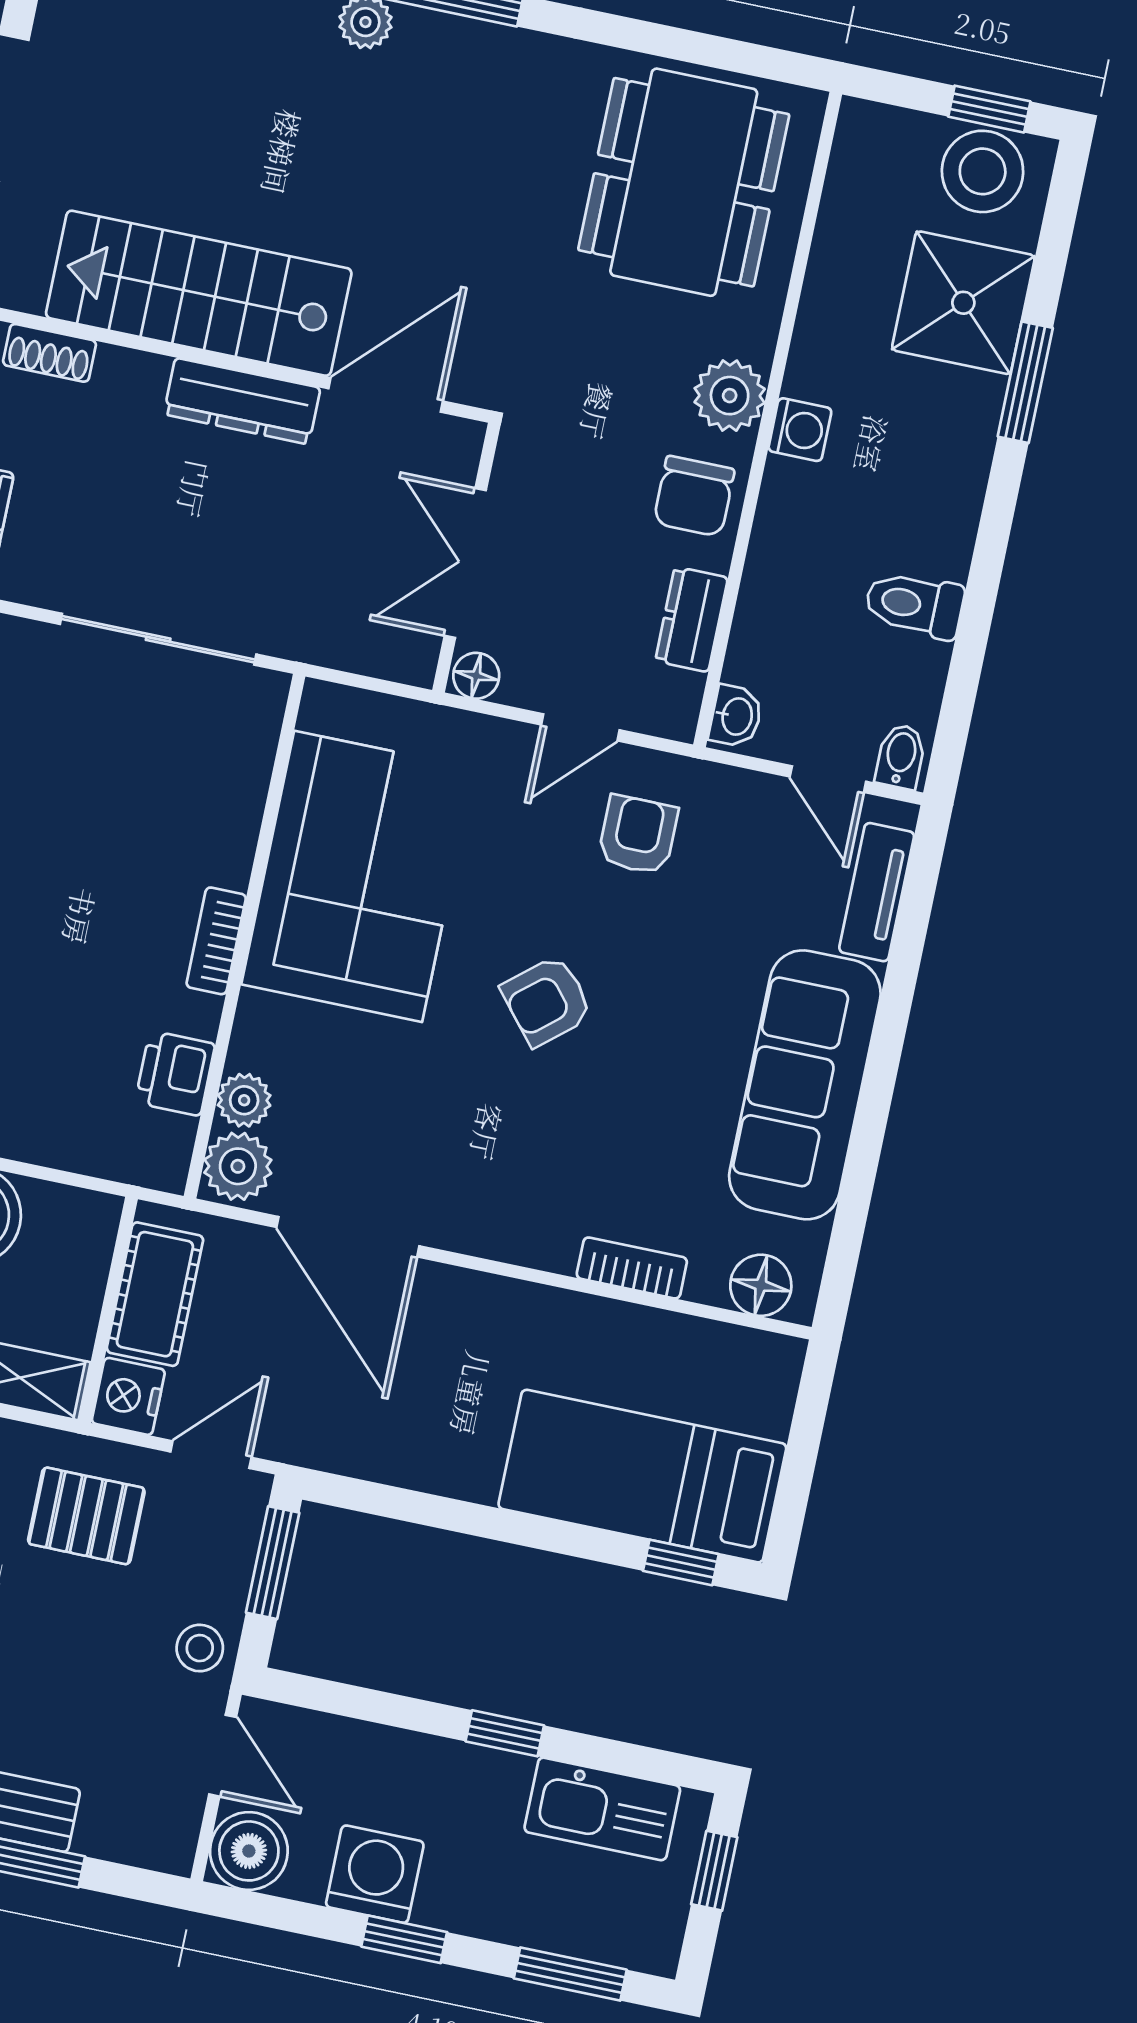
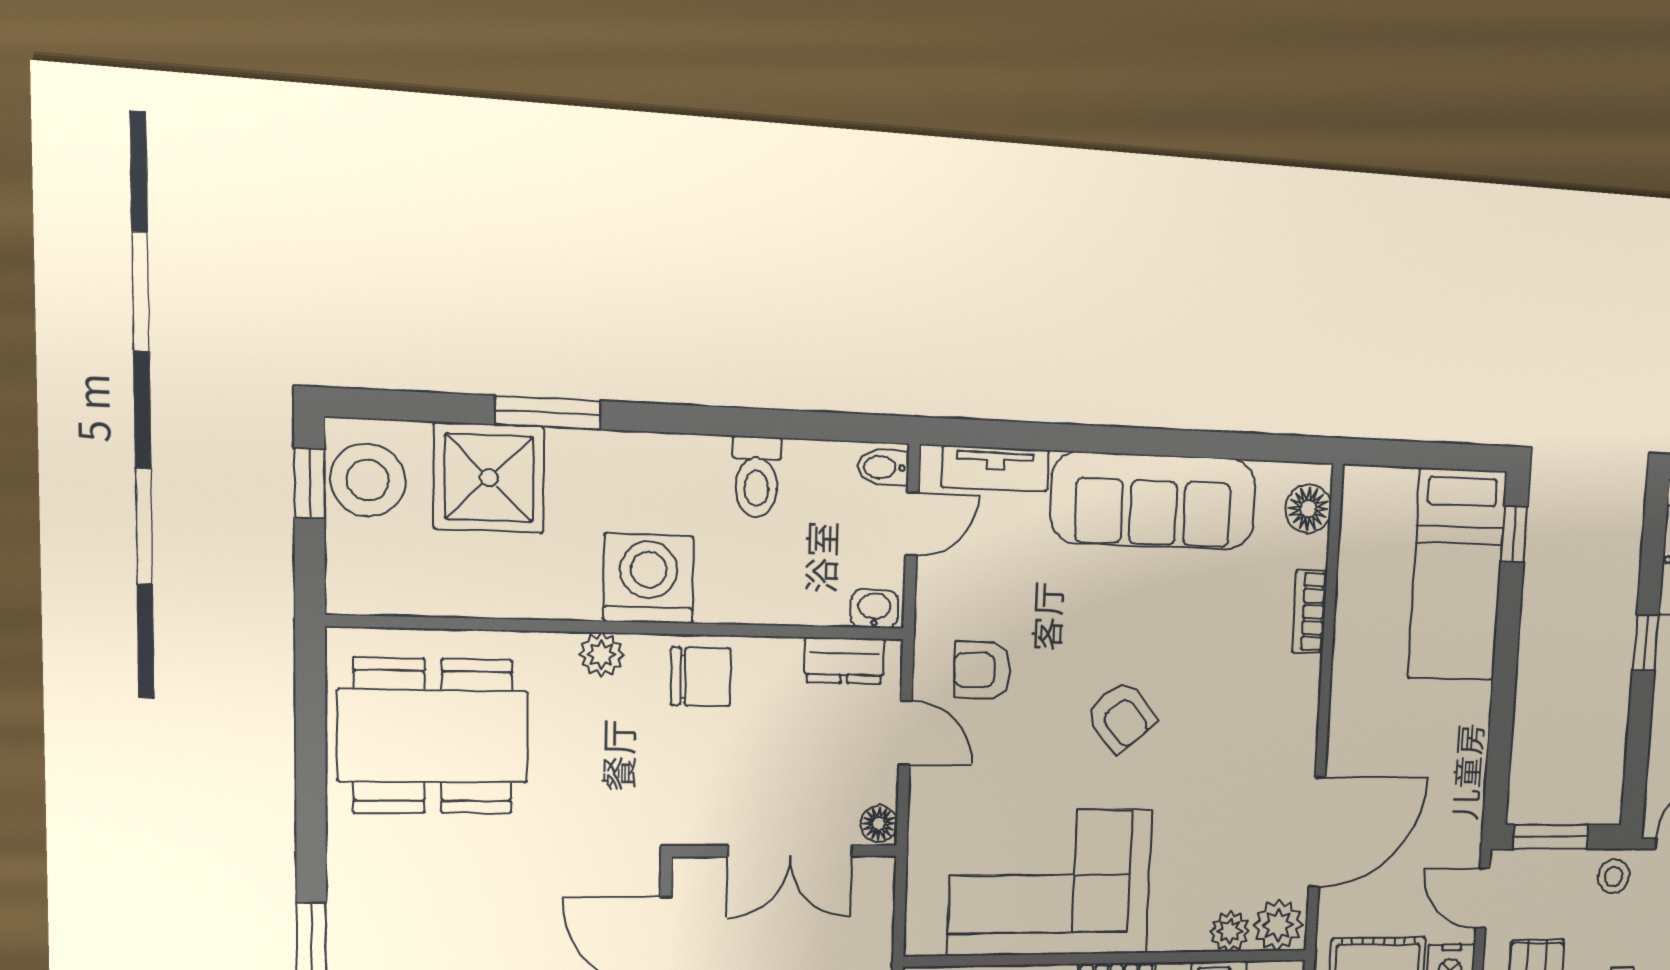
plant: (730, 396) -> (601, 655), width x0.73, depth x0.73
washing machine: (800, 430) -> (649, 579), width x1.89, depth x1.89
dresser: (692, 619) -> (844, 660), moved

